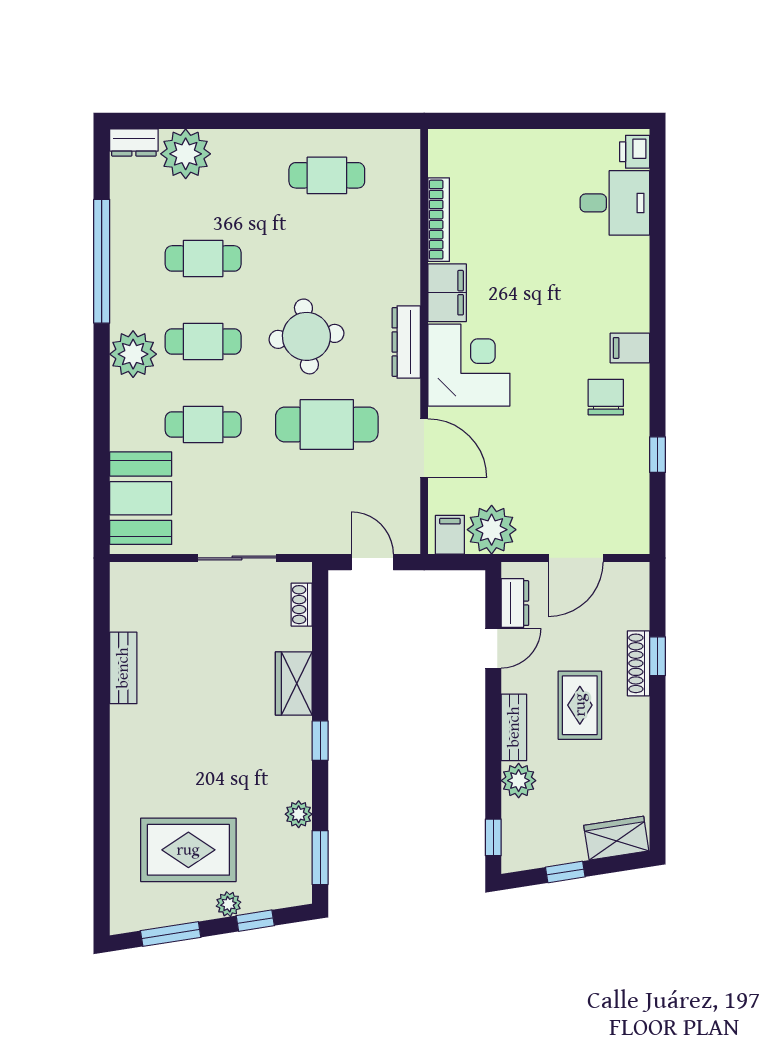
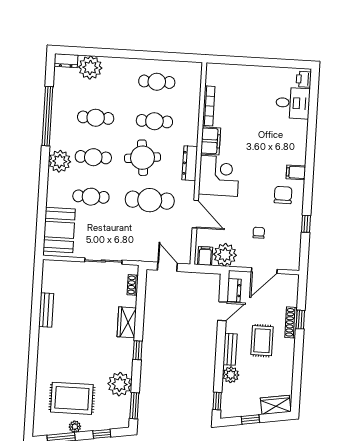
cafe table: (327, 258) -> (154, 121), added
chair: (559, 479) -> (259, 233), added
plant: (299, 814) -> (120, 384), width x1.87, depth x1.87
plant: (229, 904) -> (75, 427), moved

